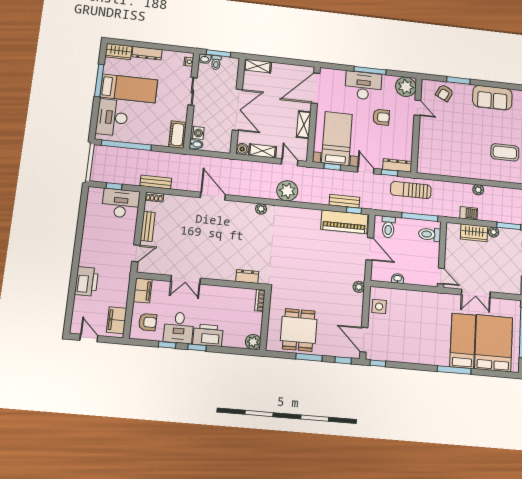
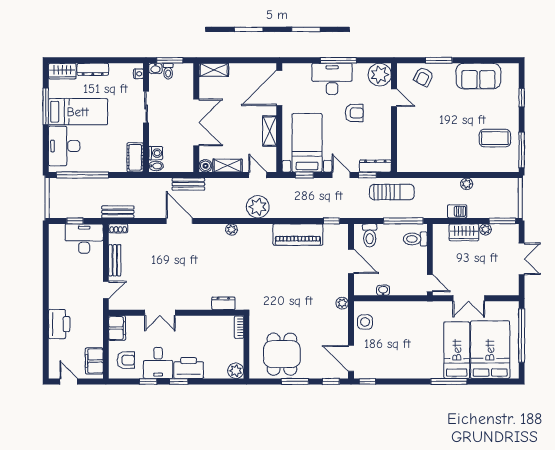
sun lounger: (411, 190) -> (392, 192), turned 180
bench: (344, 201) -> (188, 184), moved
piano: (344, 222) -> (298, 235), moved

